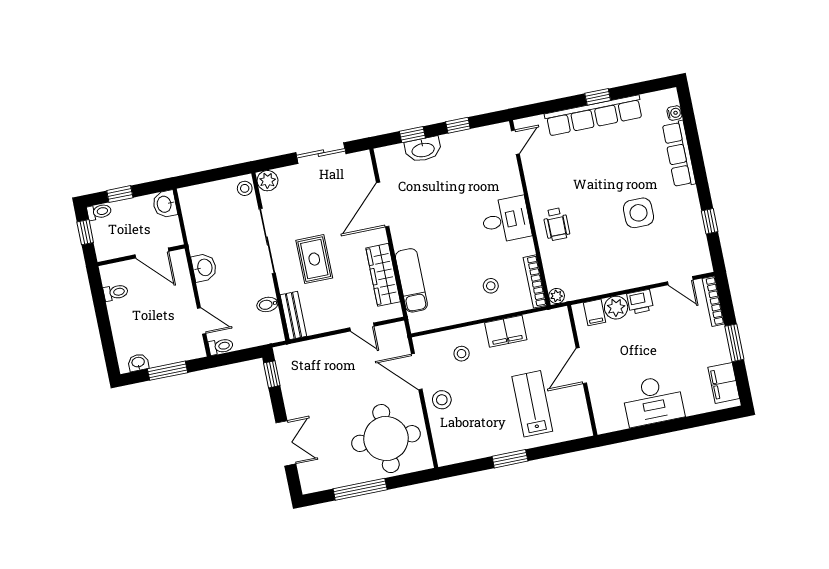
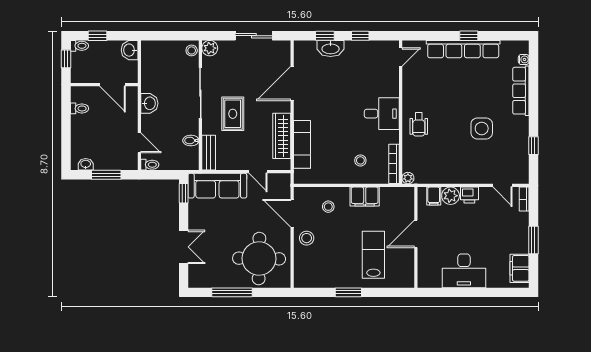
bookcase: (713, 301) -> (524, 199), width x0.64
sofa: (313, 356) -> (217, 186), added

